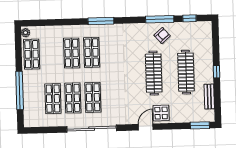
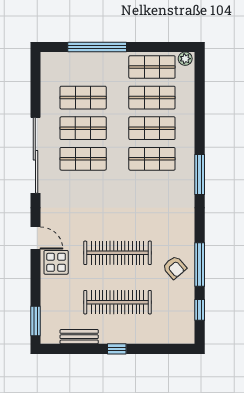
shop shelf: (52, 54) -> (152, 98), added

